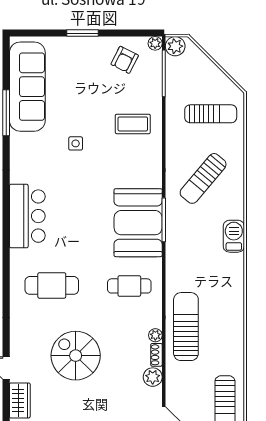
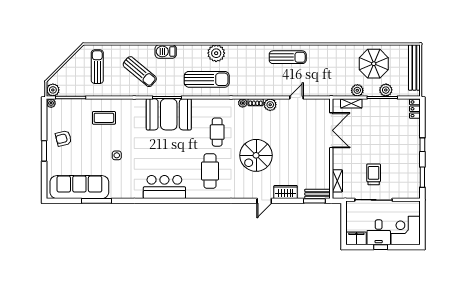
armchair: (125, 60) -> (63, 138), moved, turned 139
coffee table: (133, 124) -> (104, 118), turned 90
barbecue: (234, 236) -> (166, 51), moved
cafe table: (129, 286) -> (217, 132), moved
plant: (231, 295) -> (216, 53), added
sun lounger: (186, 327) -> (207, 79), moved, turned 180

